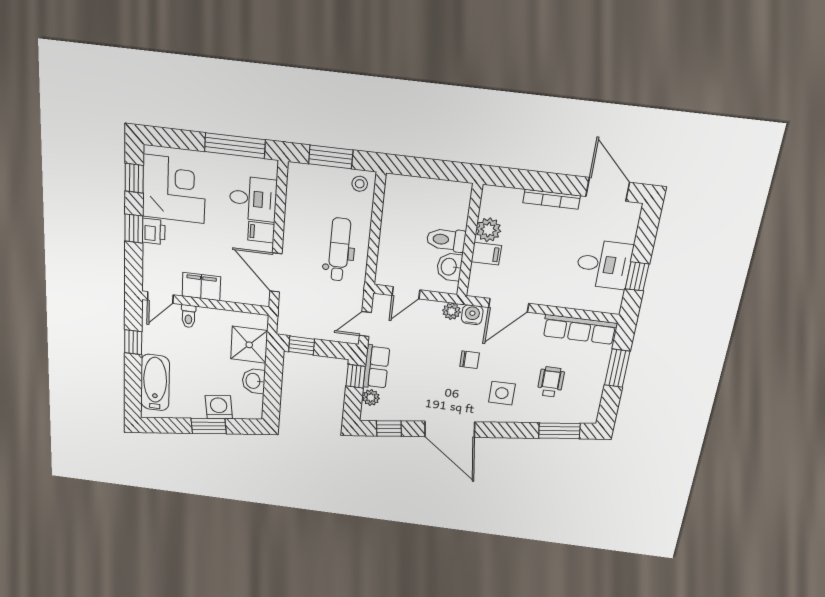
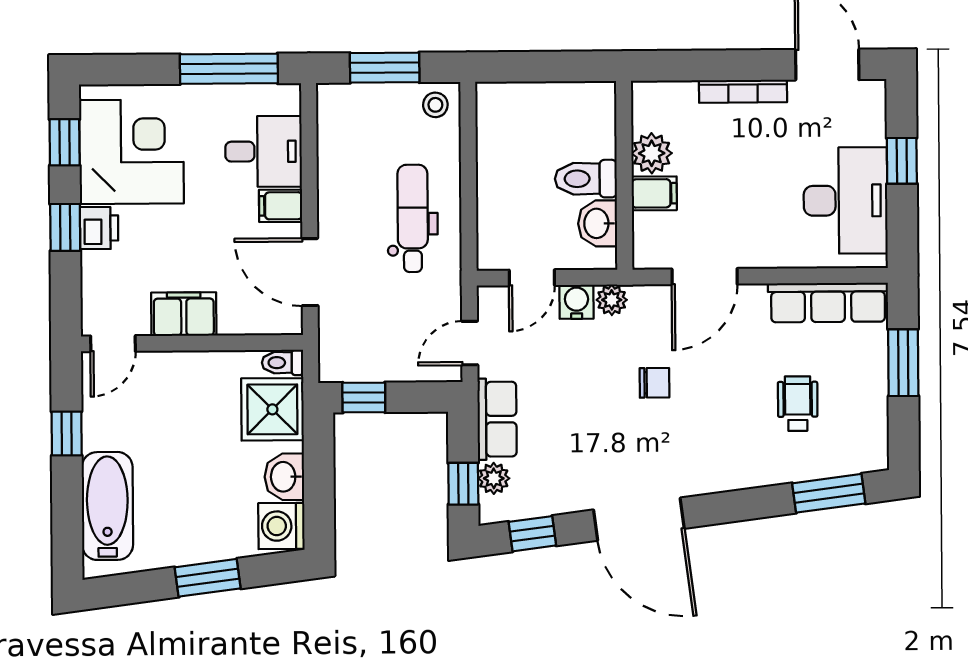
desk: (604, 264) -> (846, 201), width x1.37
window: (637, 276) -> (902, 161), moved
water cooler: (472, 315) -> (577, 302), moved
toilet: (188, 316) -> (283, 363), moved, turned 90
window: (356, 376) -> (463, 484), moved
side table: (502, 393) -> (719, 437), removed
washing machine: (219, 407) -> (281, 526), moved, turned -83

